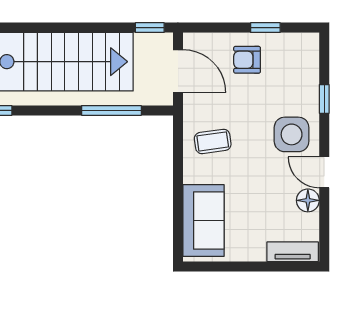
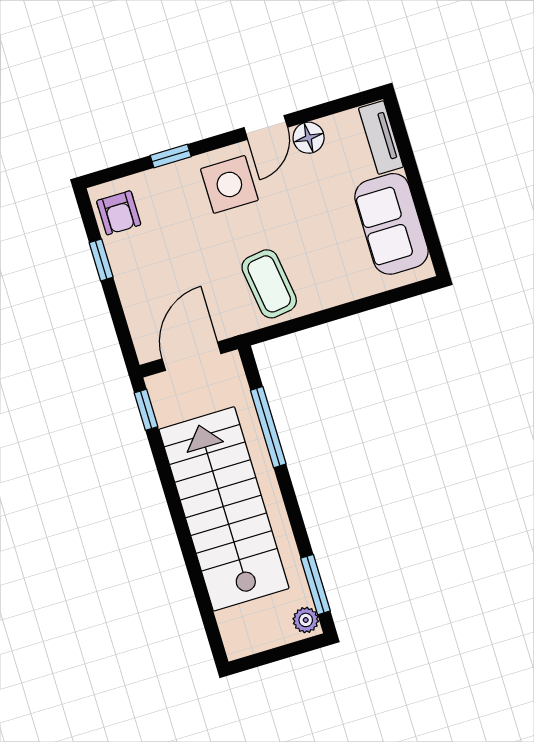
armchair: (247, 60) -> (119, 213), moved
coffee table: (213, 141) -> (269, 284), width x1.36, depth x1.30
sofa: (204, 221) -> (391, 224), moved, turned -90

